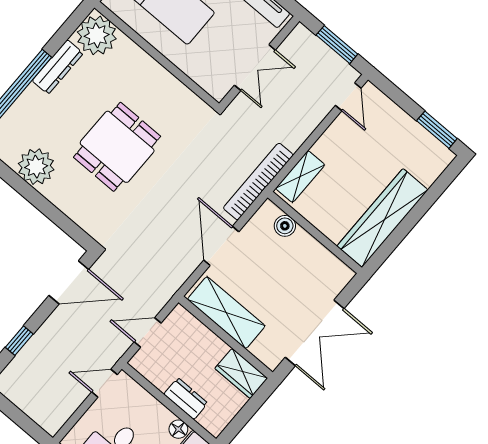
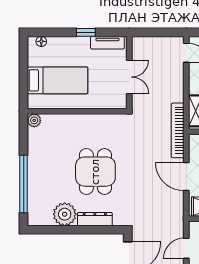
plant: (97, 35) -> (34, 120), width x0.53, depth x0.53
window: (337, 45) -> (159, 32), removed
dresser: (58, 67) -> (95, 219), moved, turned -90

